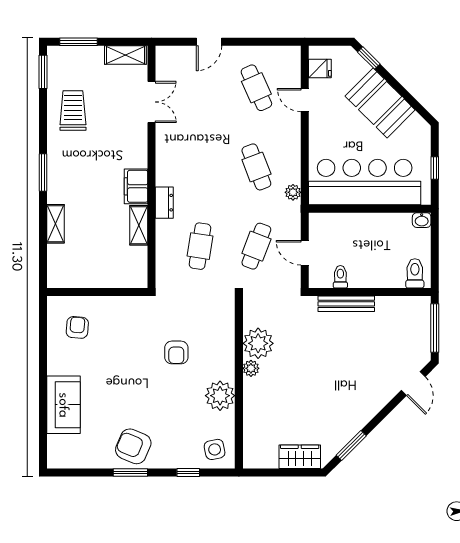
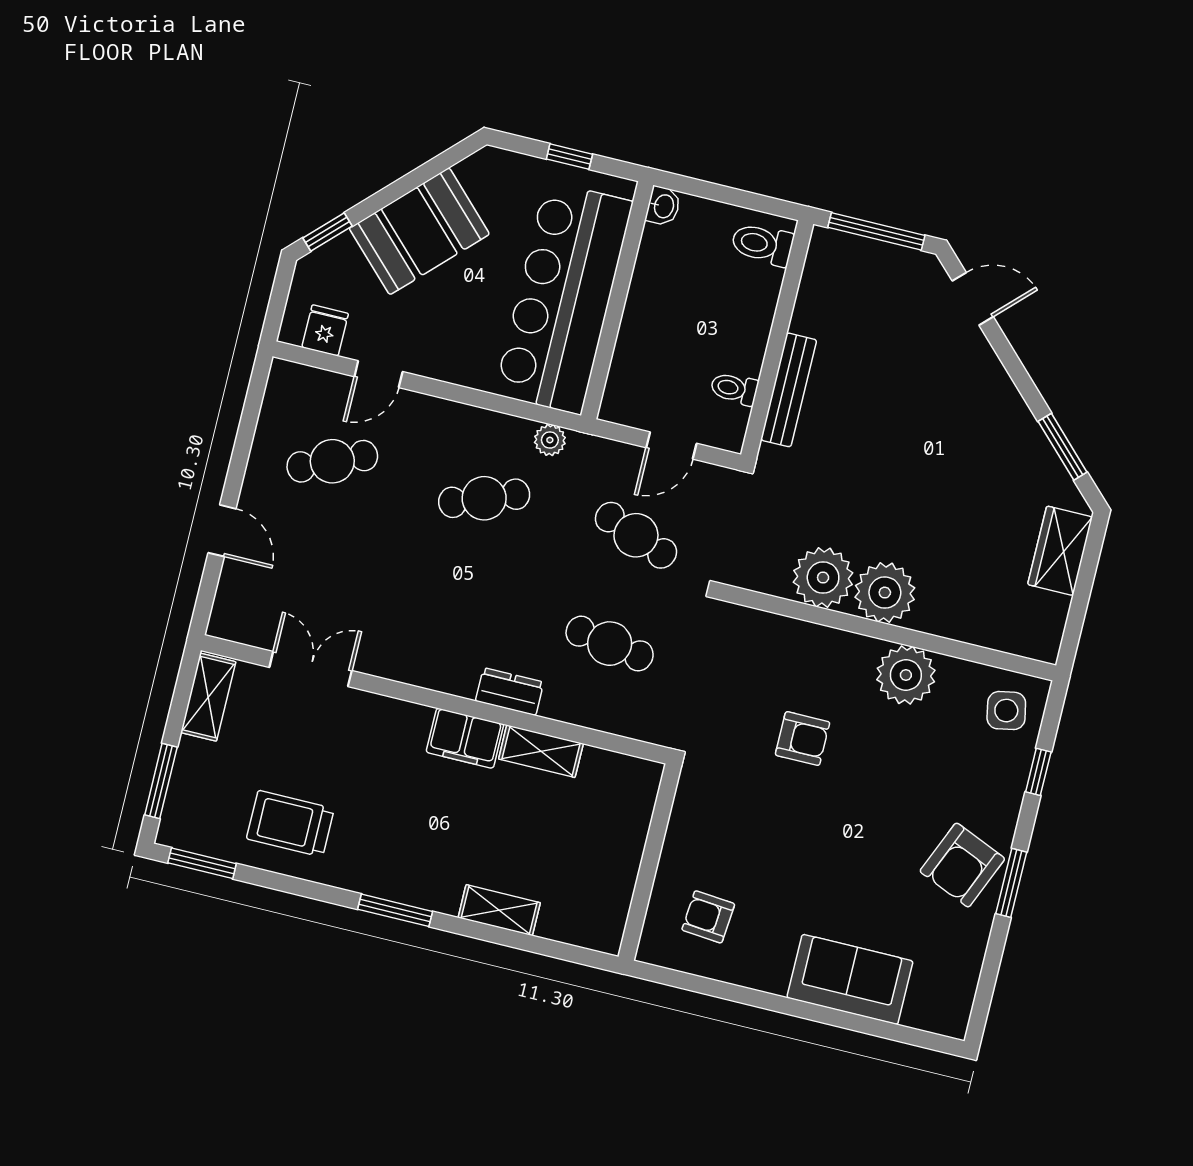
plant: (251, 368) -> (885, 593), width x1.88, depth x1.88

